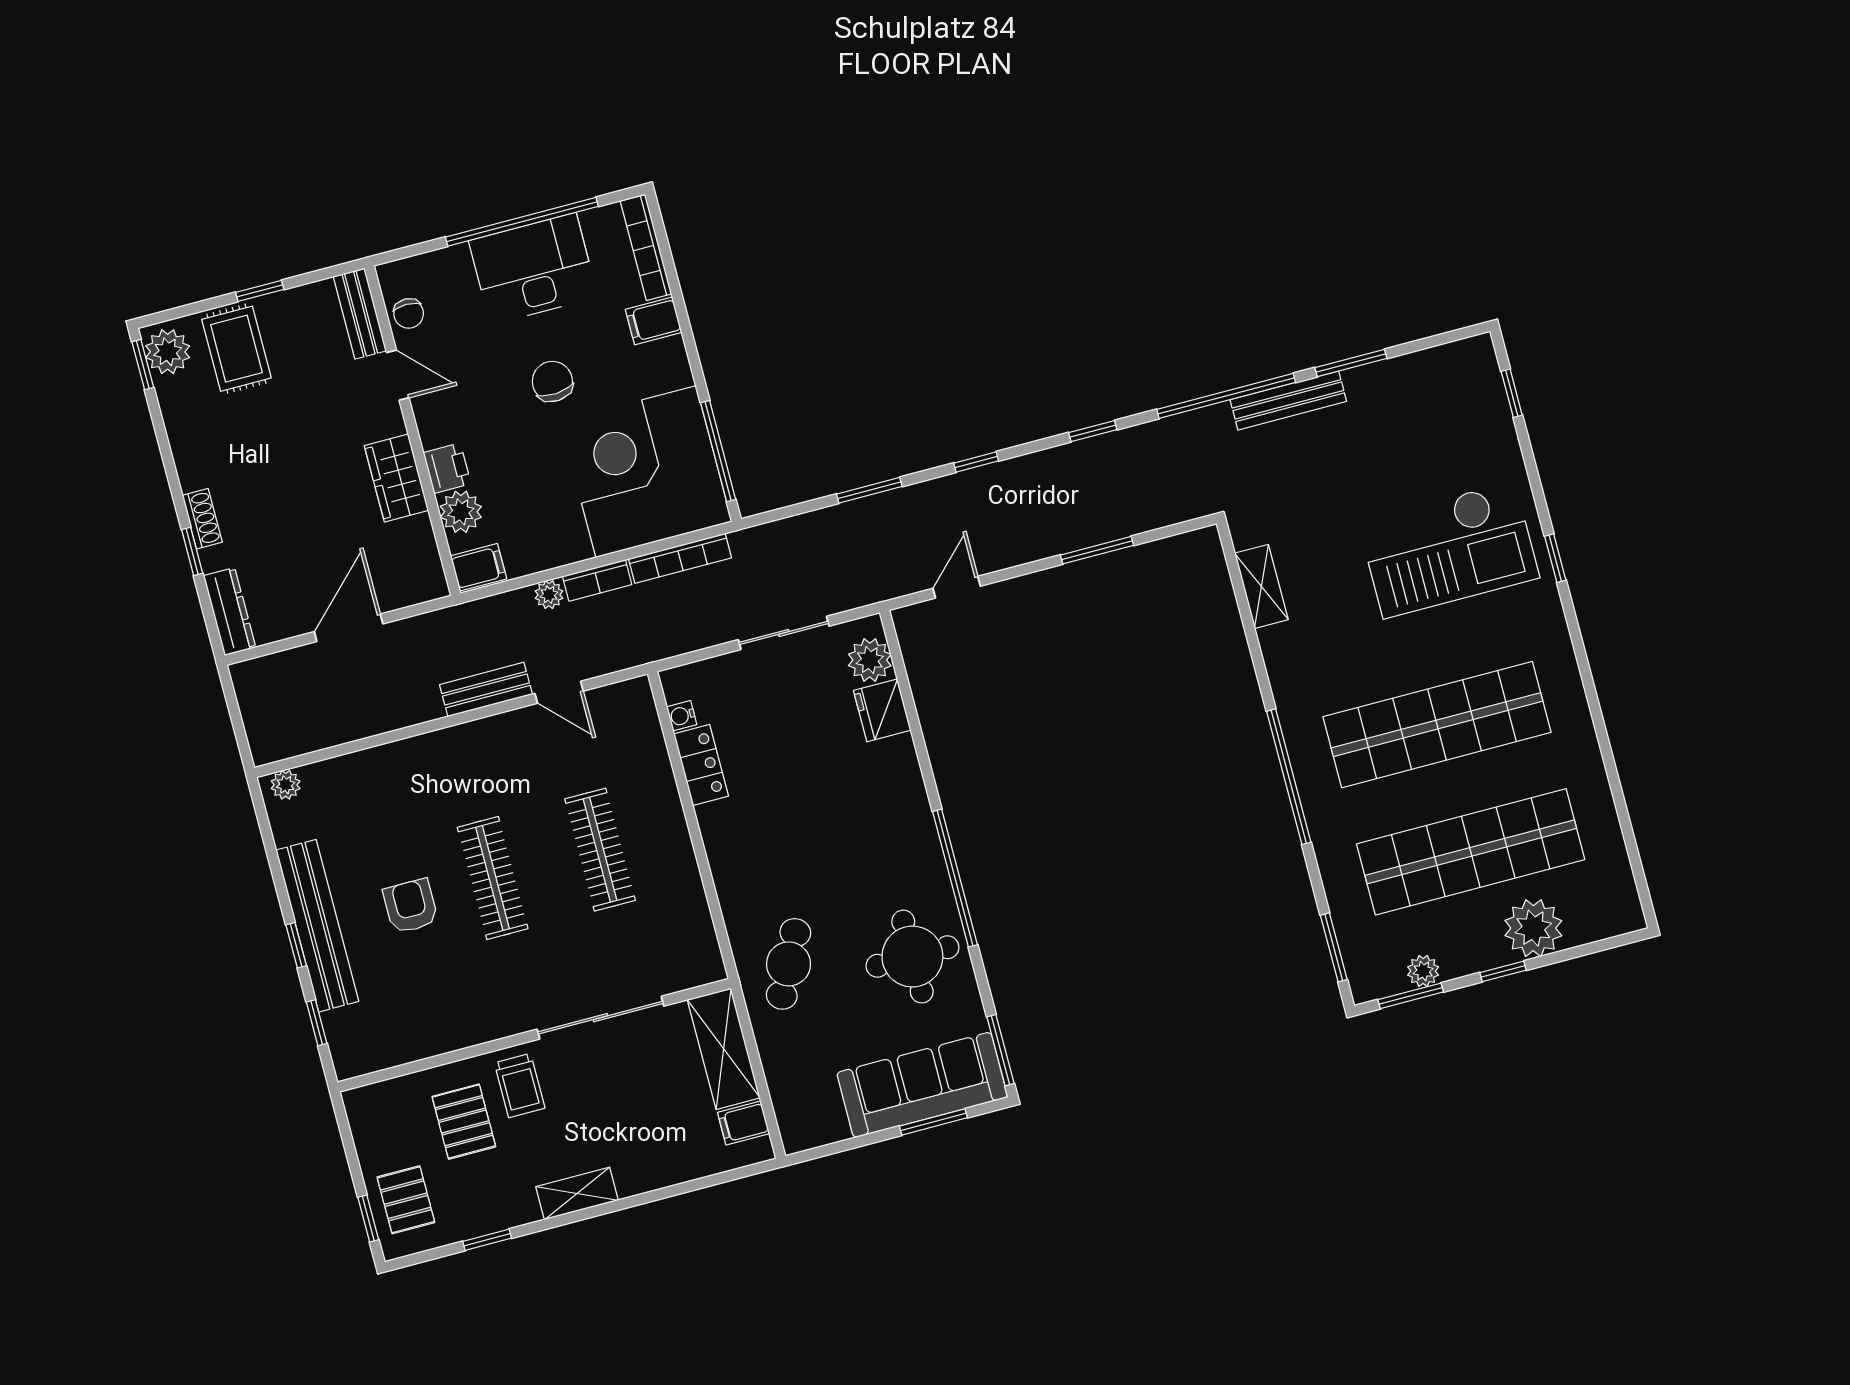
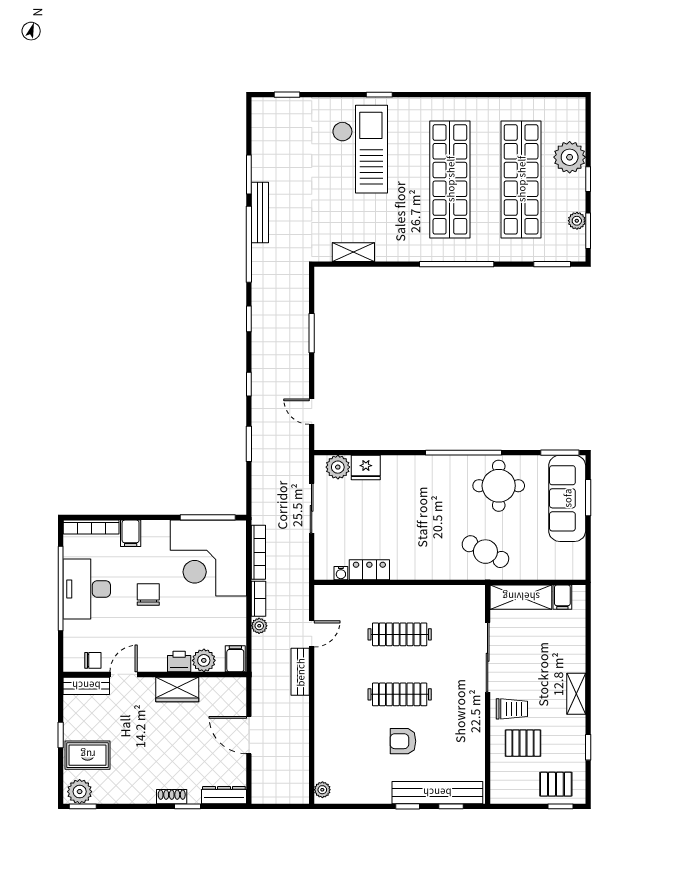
chair: (552, 381) -> (148, 595), turned 94
bench: (317, 926) -> (437, 793), moved

